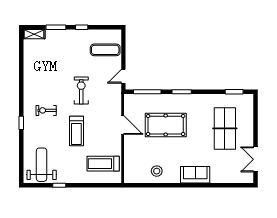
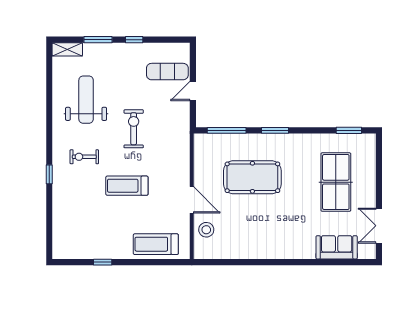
door: (123, 76) -> (193, 91), moved
door: (123, 125) -> (192, 200), moved
treadmill: (76, 131) -> (127, 186), turned 90
treadmill: (103, 164) -> (156, 244), moved
weight bench: (42, 165) -> (86, 100), moved
stool: (157, 171) -> (206, 230), moved
sofa: (195, 175) -> (337, 247), moved

